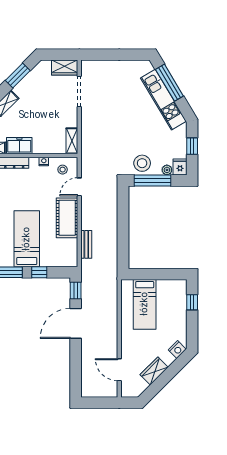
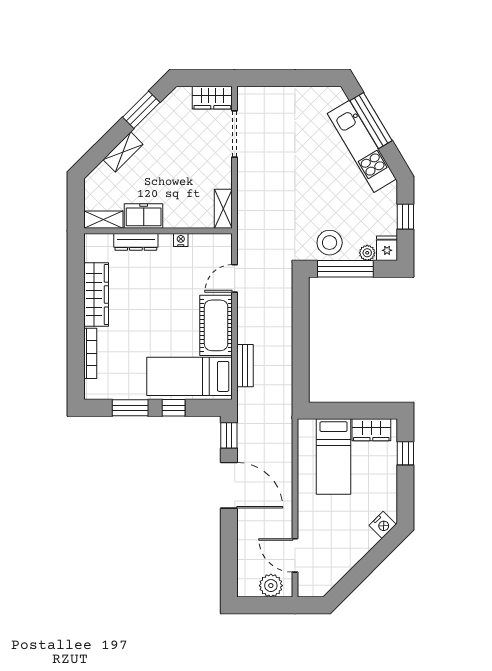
stool: (63, 170) -> (209, 252), removed
bed: (27, 239) -> (190, 376), moved, turned -90
door: (76, 323) -> (229, 485), swing flipped
wardrobe: (154, 371) -> (371, 430), moved, turned -135
plant: (103, 390) -> (271, 586), added

